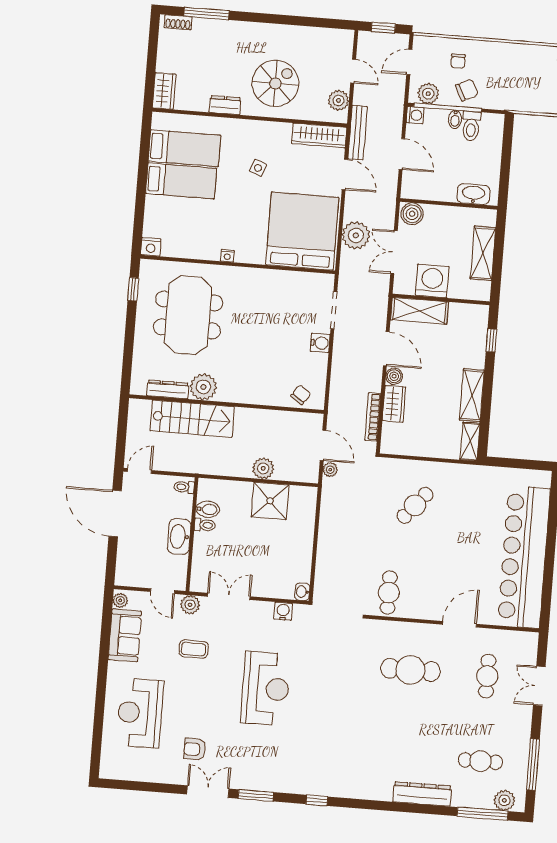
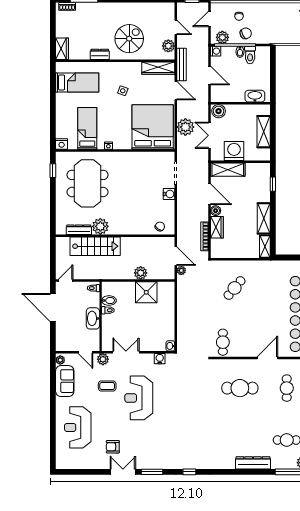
bed: (181, 181) -> (87, 128), moved, turned -90
reception desk: (266, 688) -> (139, 398), moved, turned 180

